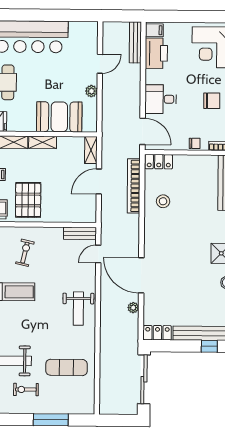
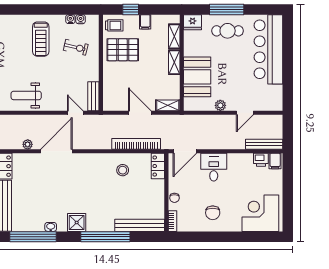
printer: (156, 53) -> (261, 160), width x0.53, depth x0.68
door: (100, 64) -> (245, 113), hinge flipped

